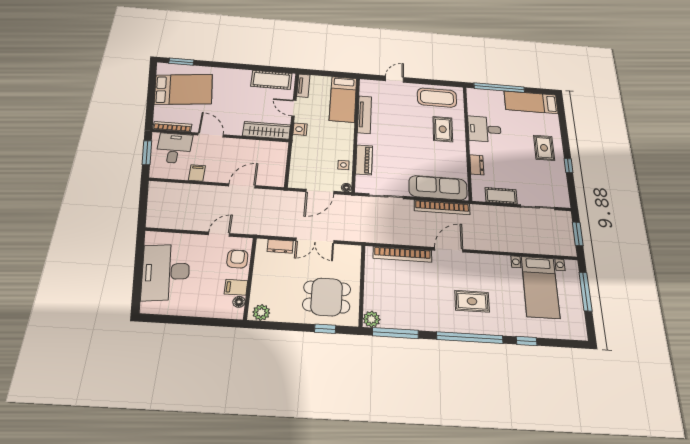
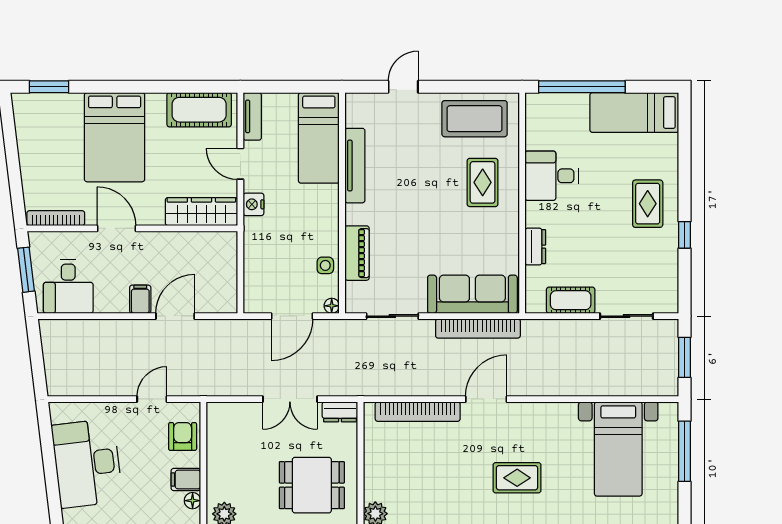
bed: (184, 89) -> (115, 137), moved, turned 97
desk: (174, 148) -> (68, 287), moved, turned 180
filing cabinet: (197, 173) -> (140, 299), moved
dresser: (280, 246) -> (340, 412), moved

